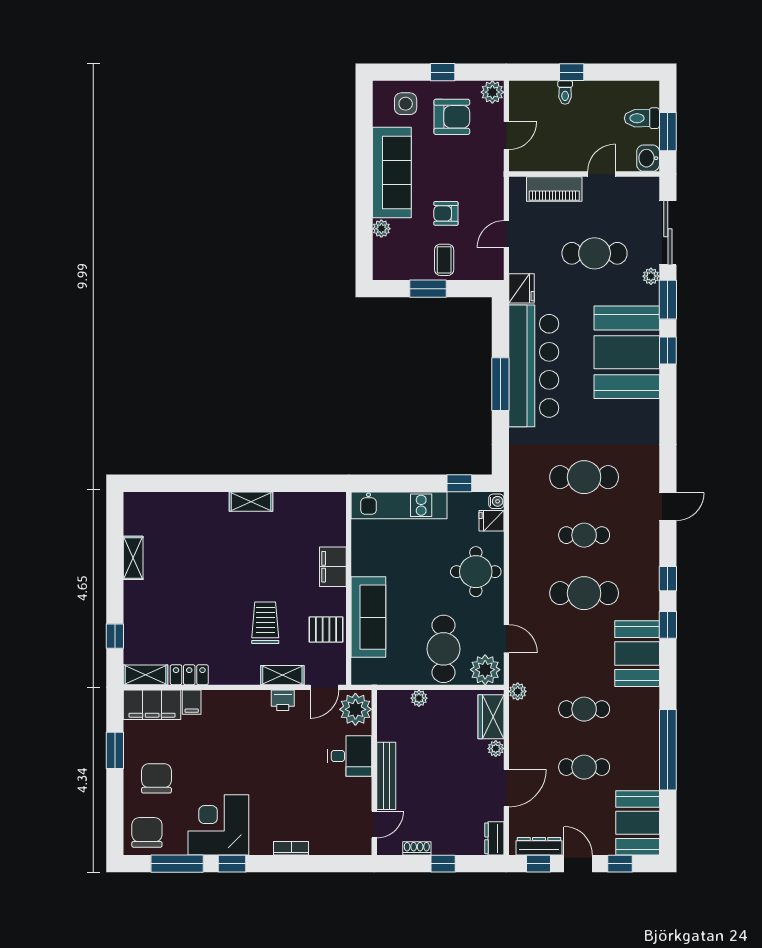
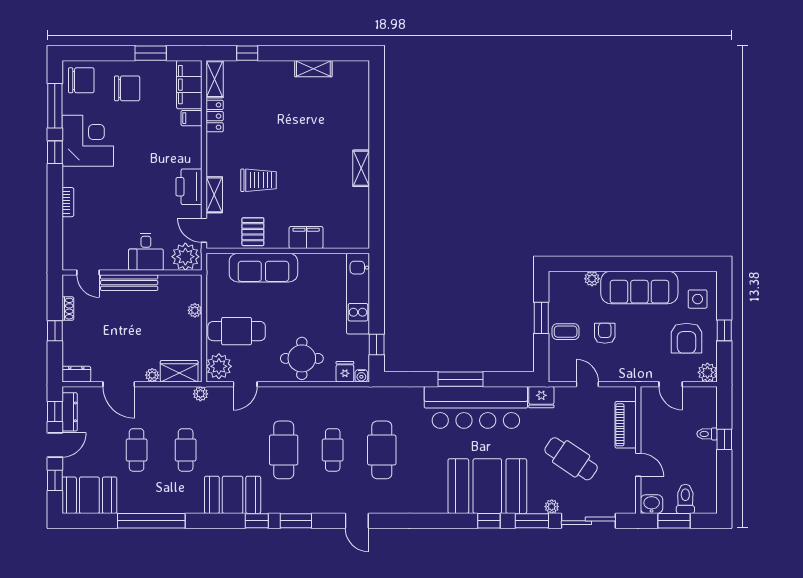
cafe table: (595, 253) -> (571, 459), turned -56
window: (668, 579) -> (296, 521), width x1.50
printer: (283, 700) -> (189, 187), width x1.87, depth x1.48

